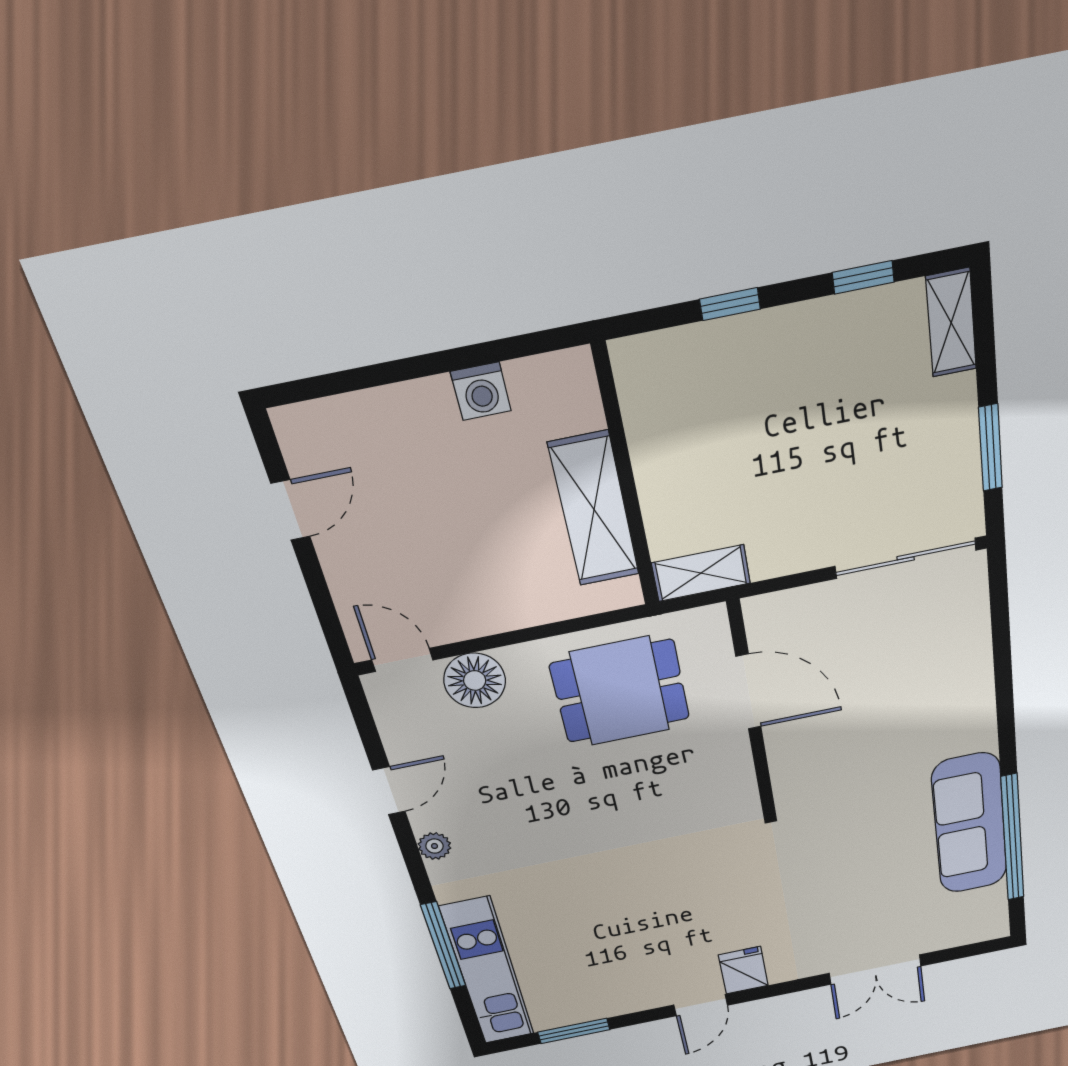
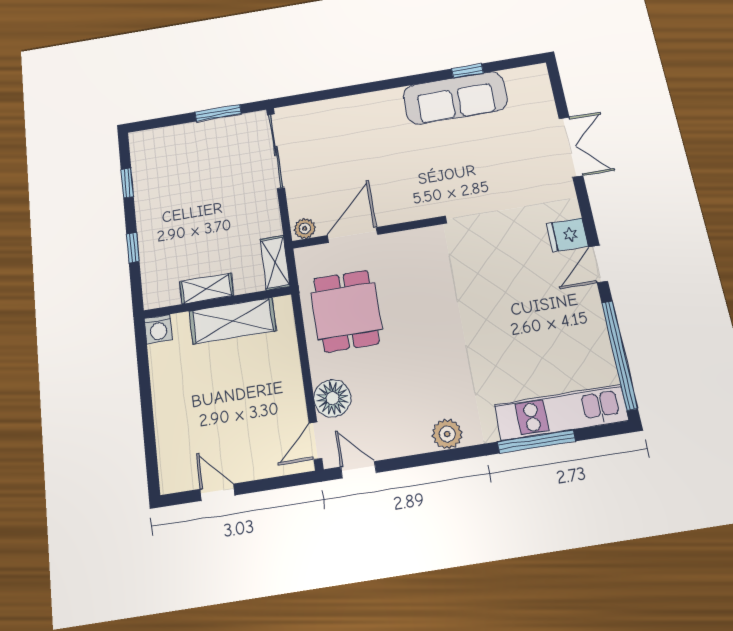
shelving: (951, 323) -> (207, 289), moved
washing machine: (481, 391) -> (158, 329), moved, turned 90
plant: (762, 617) -> (305, 228), added
door: (389, 791) -> (358, 470), moved
window: (1013, 838) -> (467, 71), width x0.32
plant: (434, 846) -> (447, 434), width x1.38, depth x1.38
door: (701, 1005) -> (598, 264), swing flipped
window: (574, 1031) -> (619, 355), width x2.11

